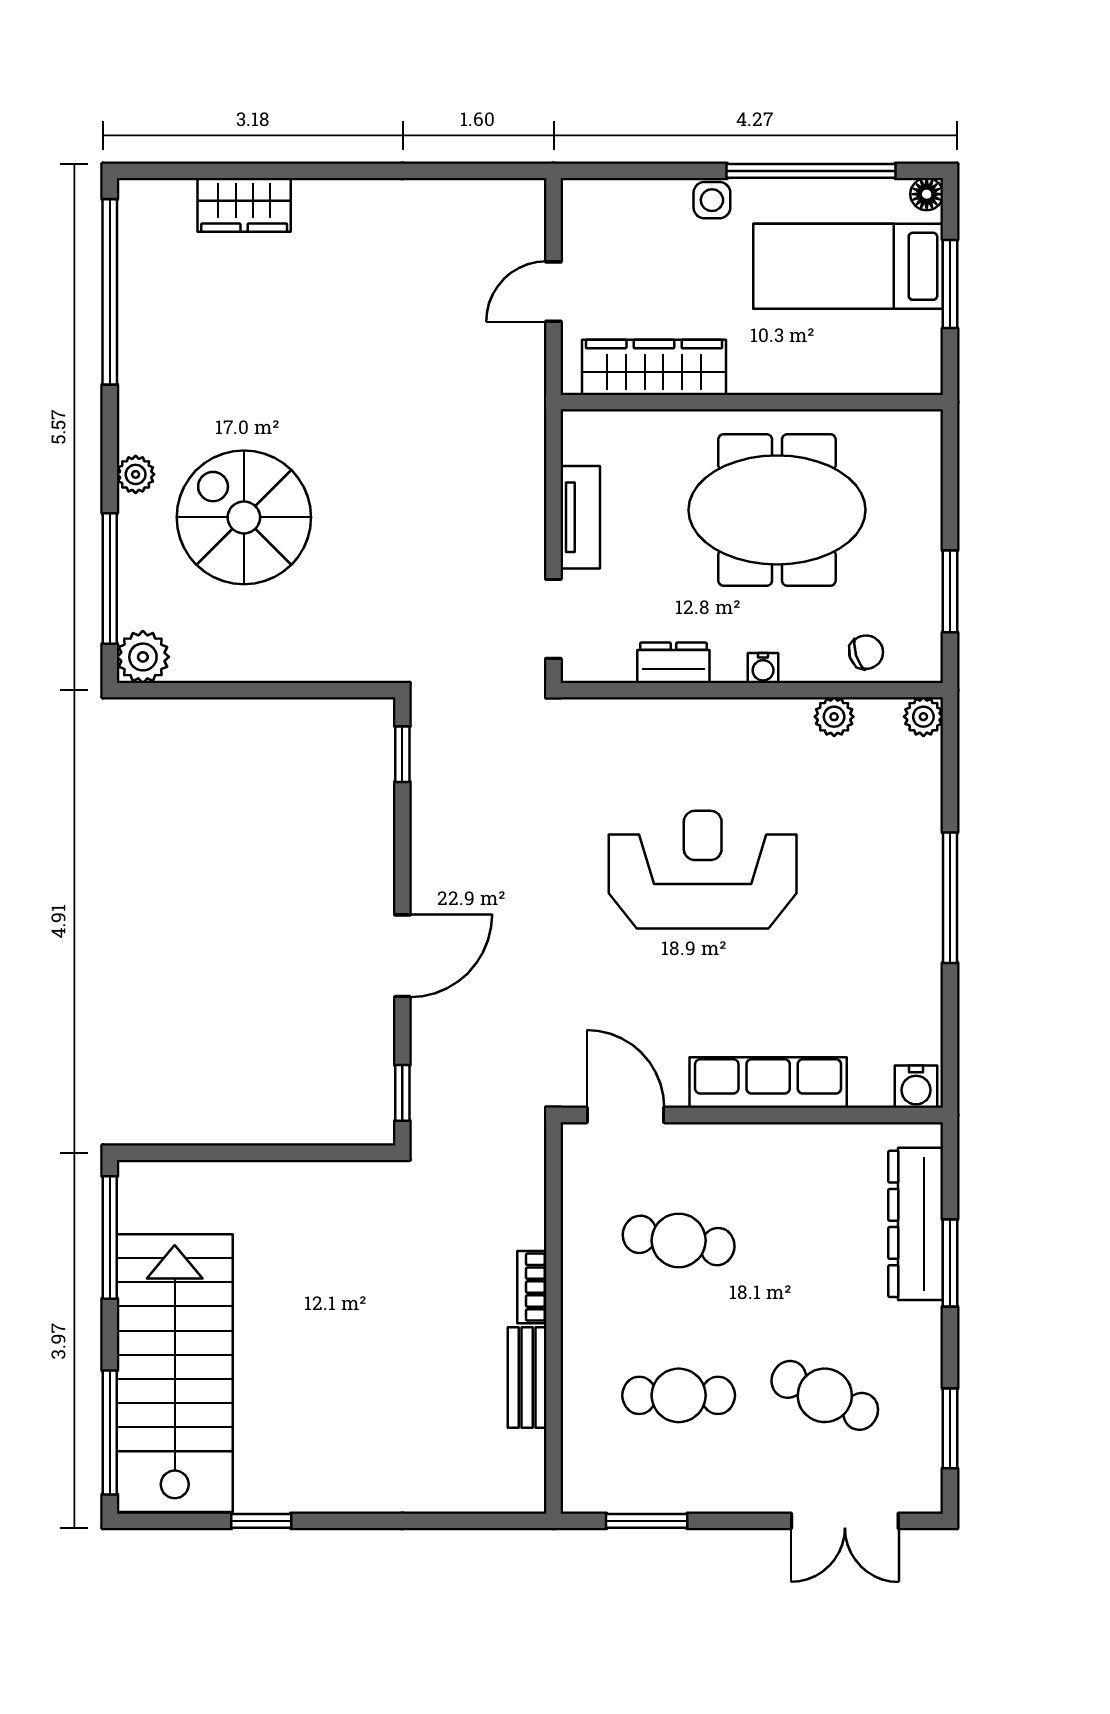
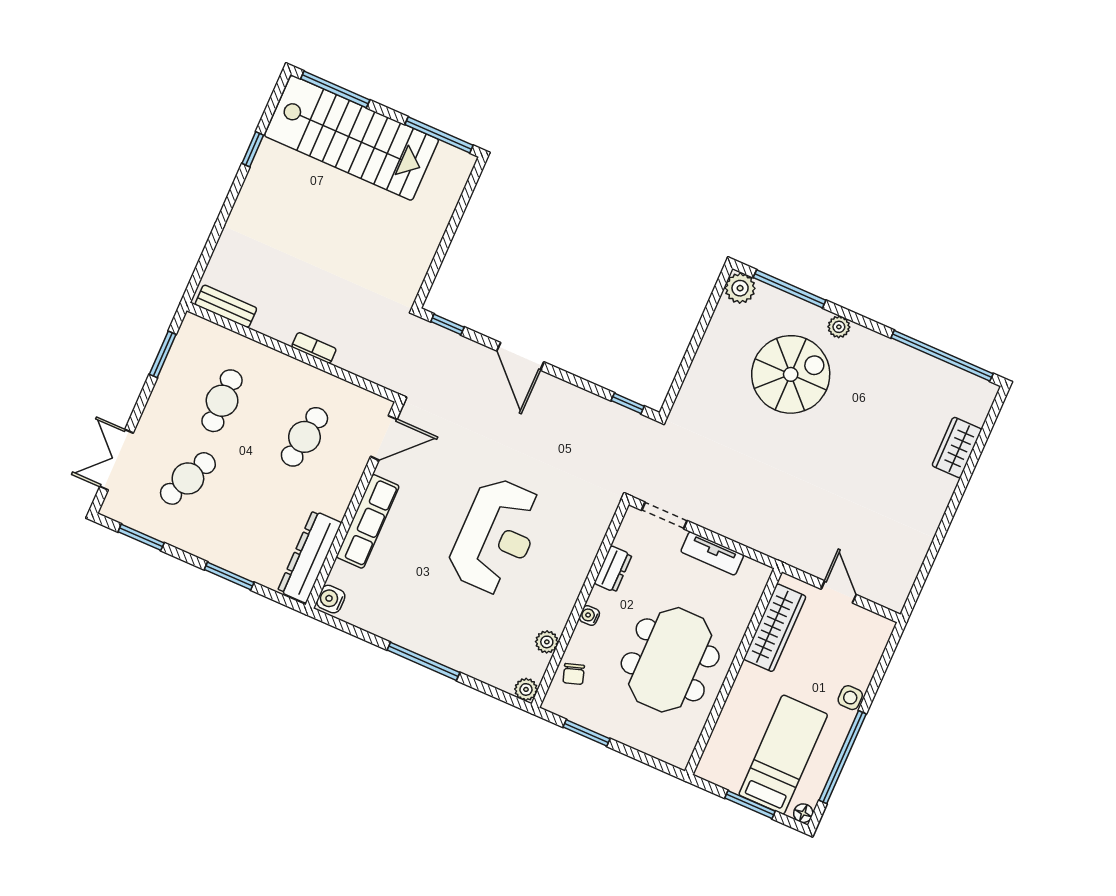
dresser: (916, 1224) -> (310, 557), moved, turned -90
bench: (527, 1377) -> (226, 306), moved

